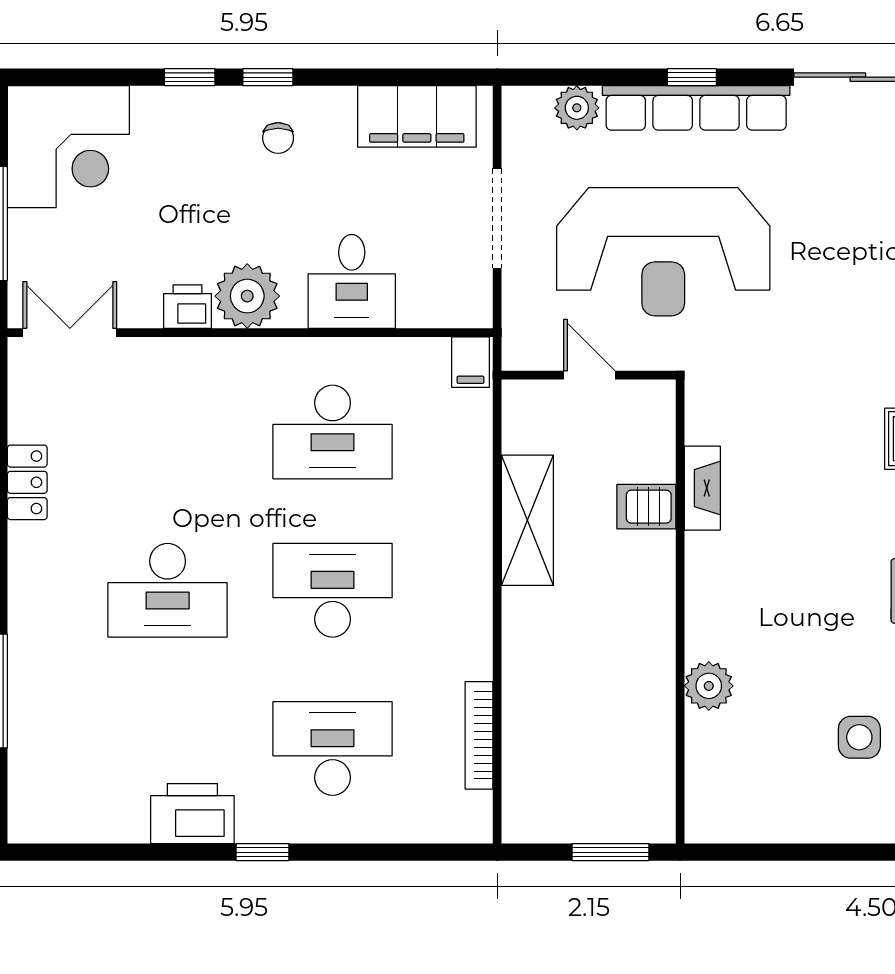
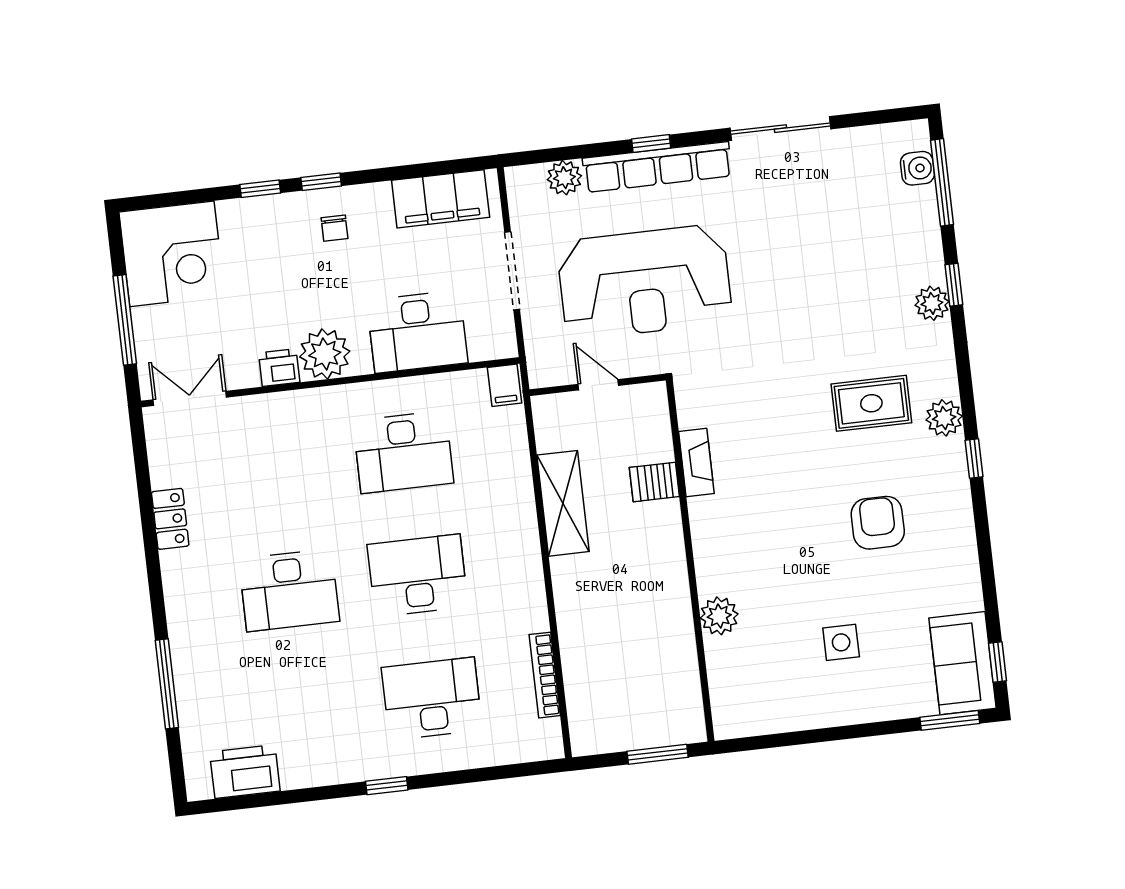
desk: (352, 281) -> (417, 332), width x1.37
printer: (192, 814) -> (245, 772), moved

